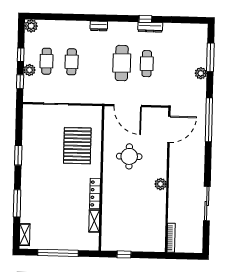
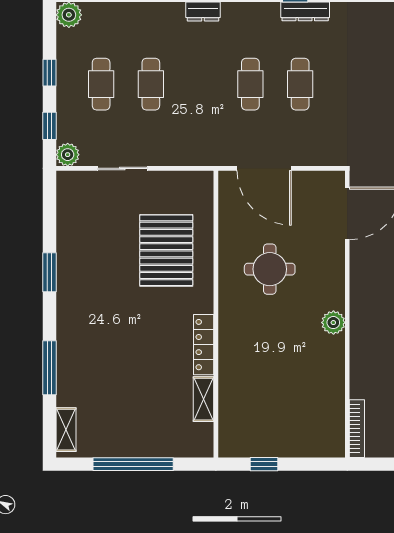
cafe table: (122, 63) -> (250, 84), width x0.73, depth x0.74
plant: (29, 70) -> (68, 155), moved

